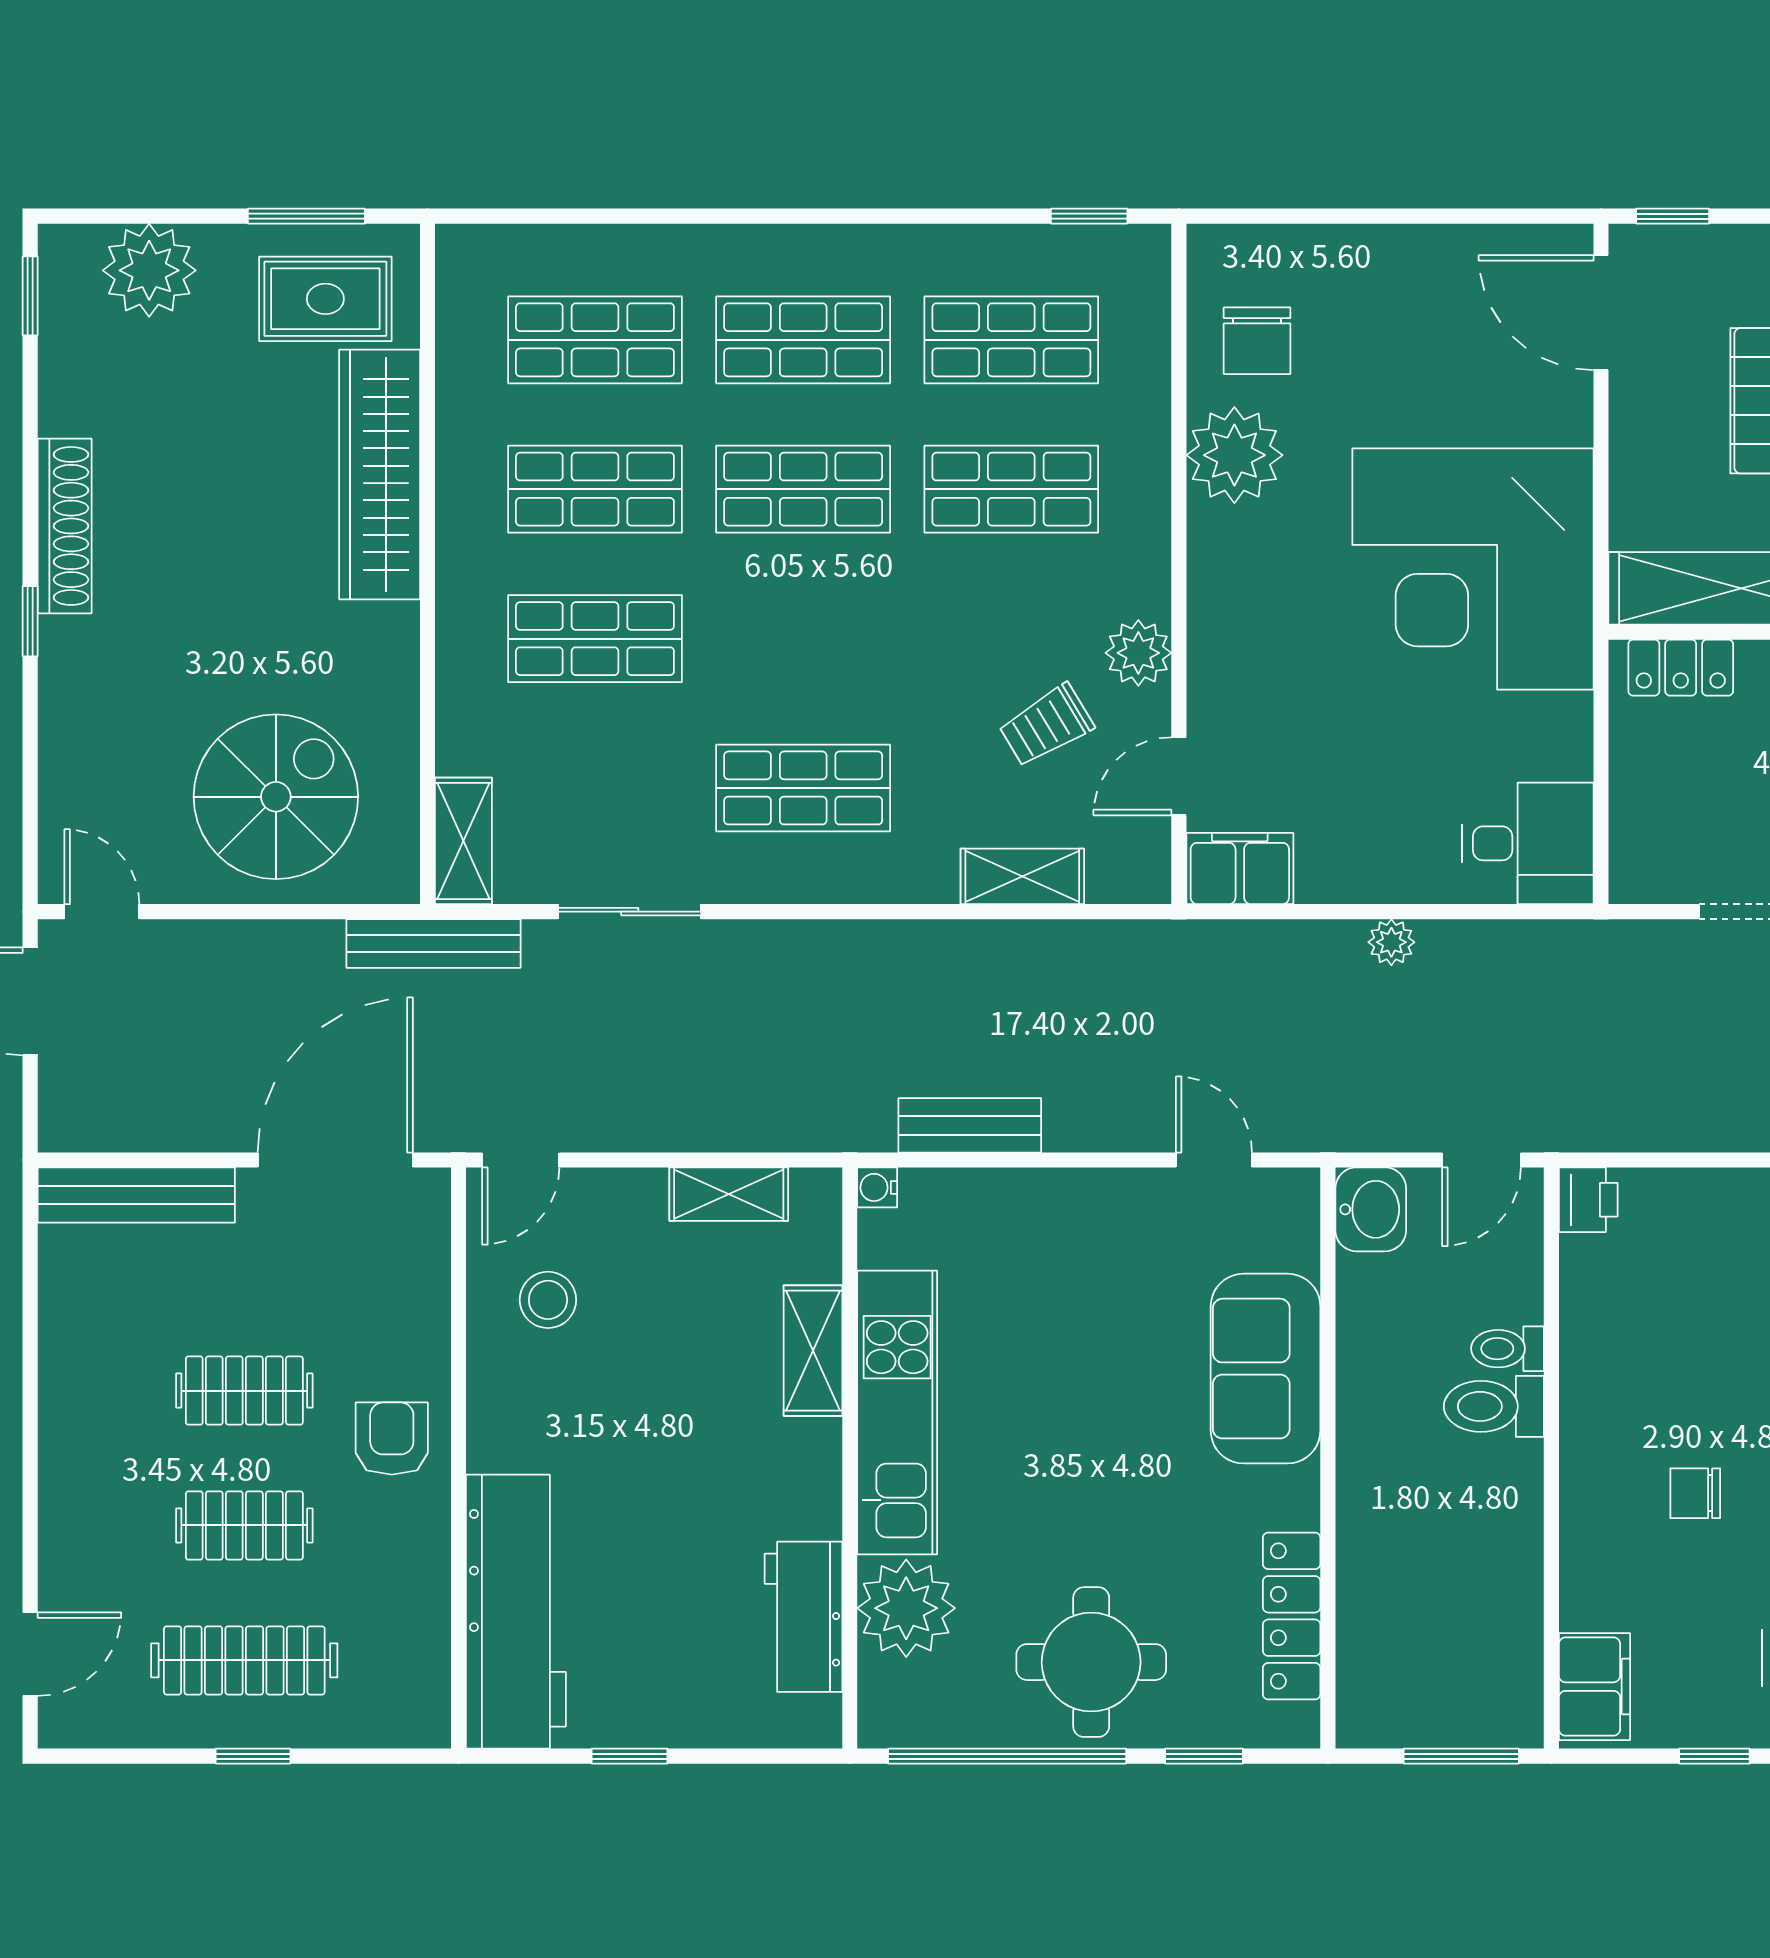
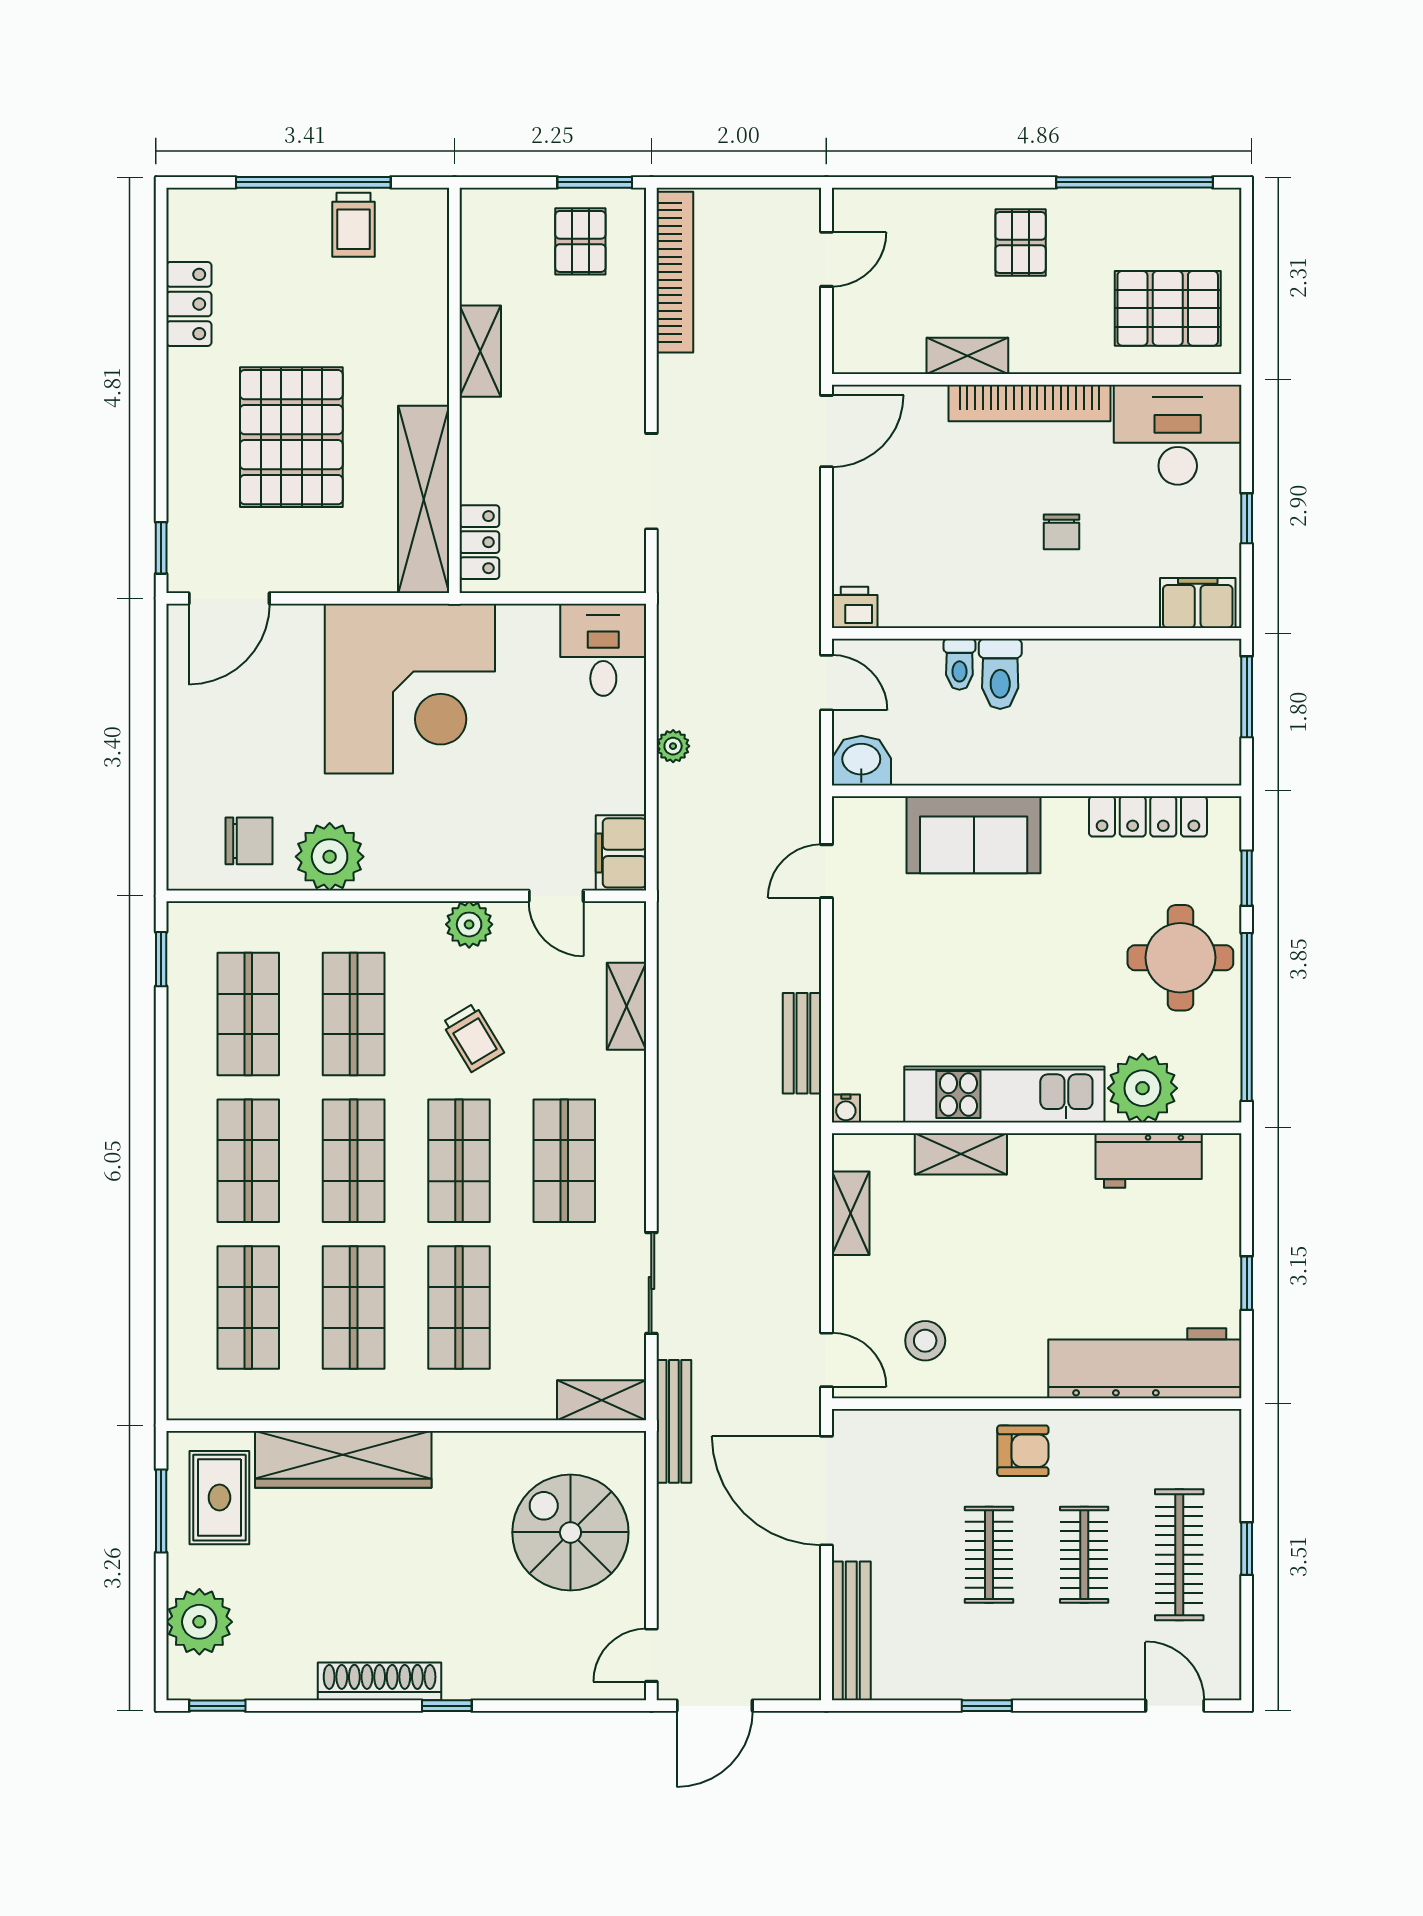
shop shelf: (803, 639) -> (459, 1161), added
trolley: (1046, 726) -> (473, 1038), moved
window: (30, 1387) -> (987, 1706), added
armchair: (392, 1439) -> (1023, 1451), turned 180

